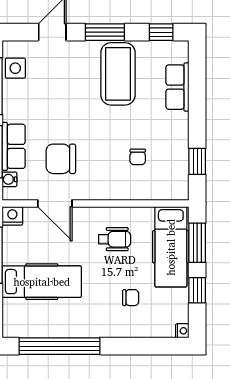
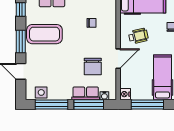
door: (55, 203) -> (118, 59), moved
wheelchair: (115, 239) -> (138, 36), turned 77

